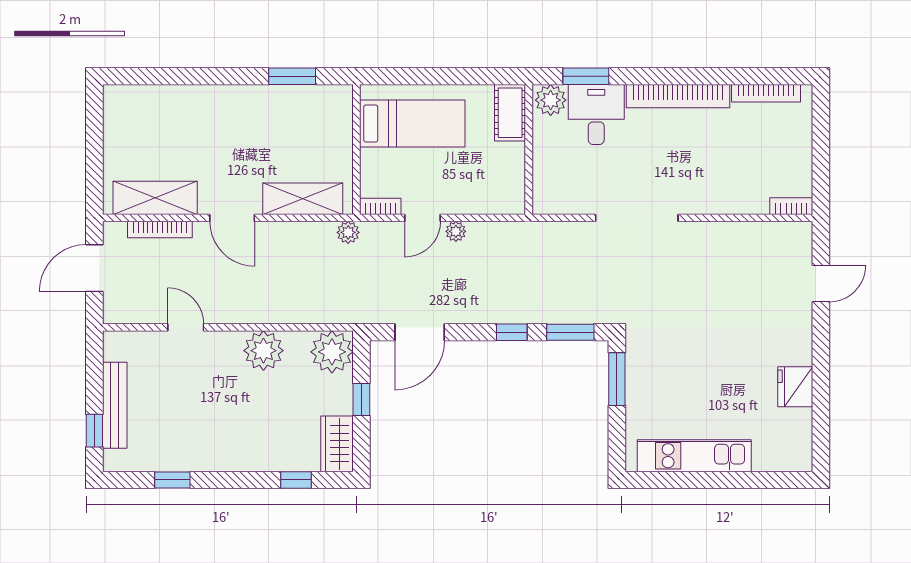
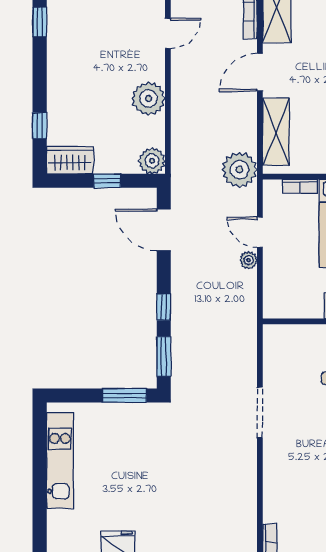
bookcase: (380, 206) -> (300, 186), moved, turned 90
doorway: (637, 218) -> (260, 412), width x0.73
plant: (348, 232) -> (239, 170), width x1.87, depth x1.87
plant: (332, 352) -> (152, 161), width x0.73, depth x0.73

